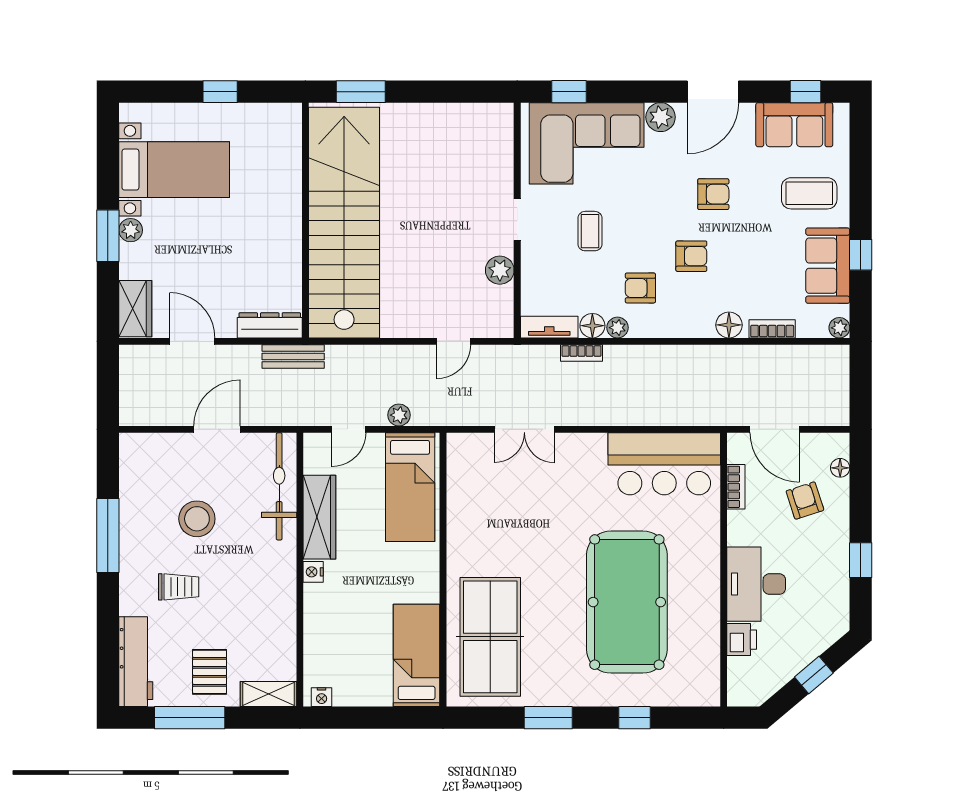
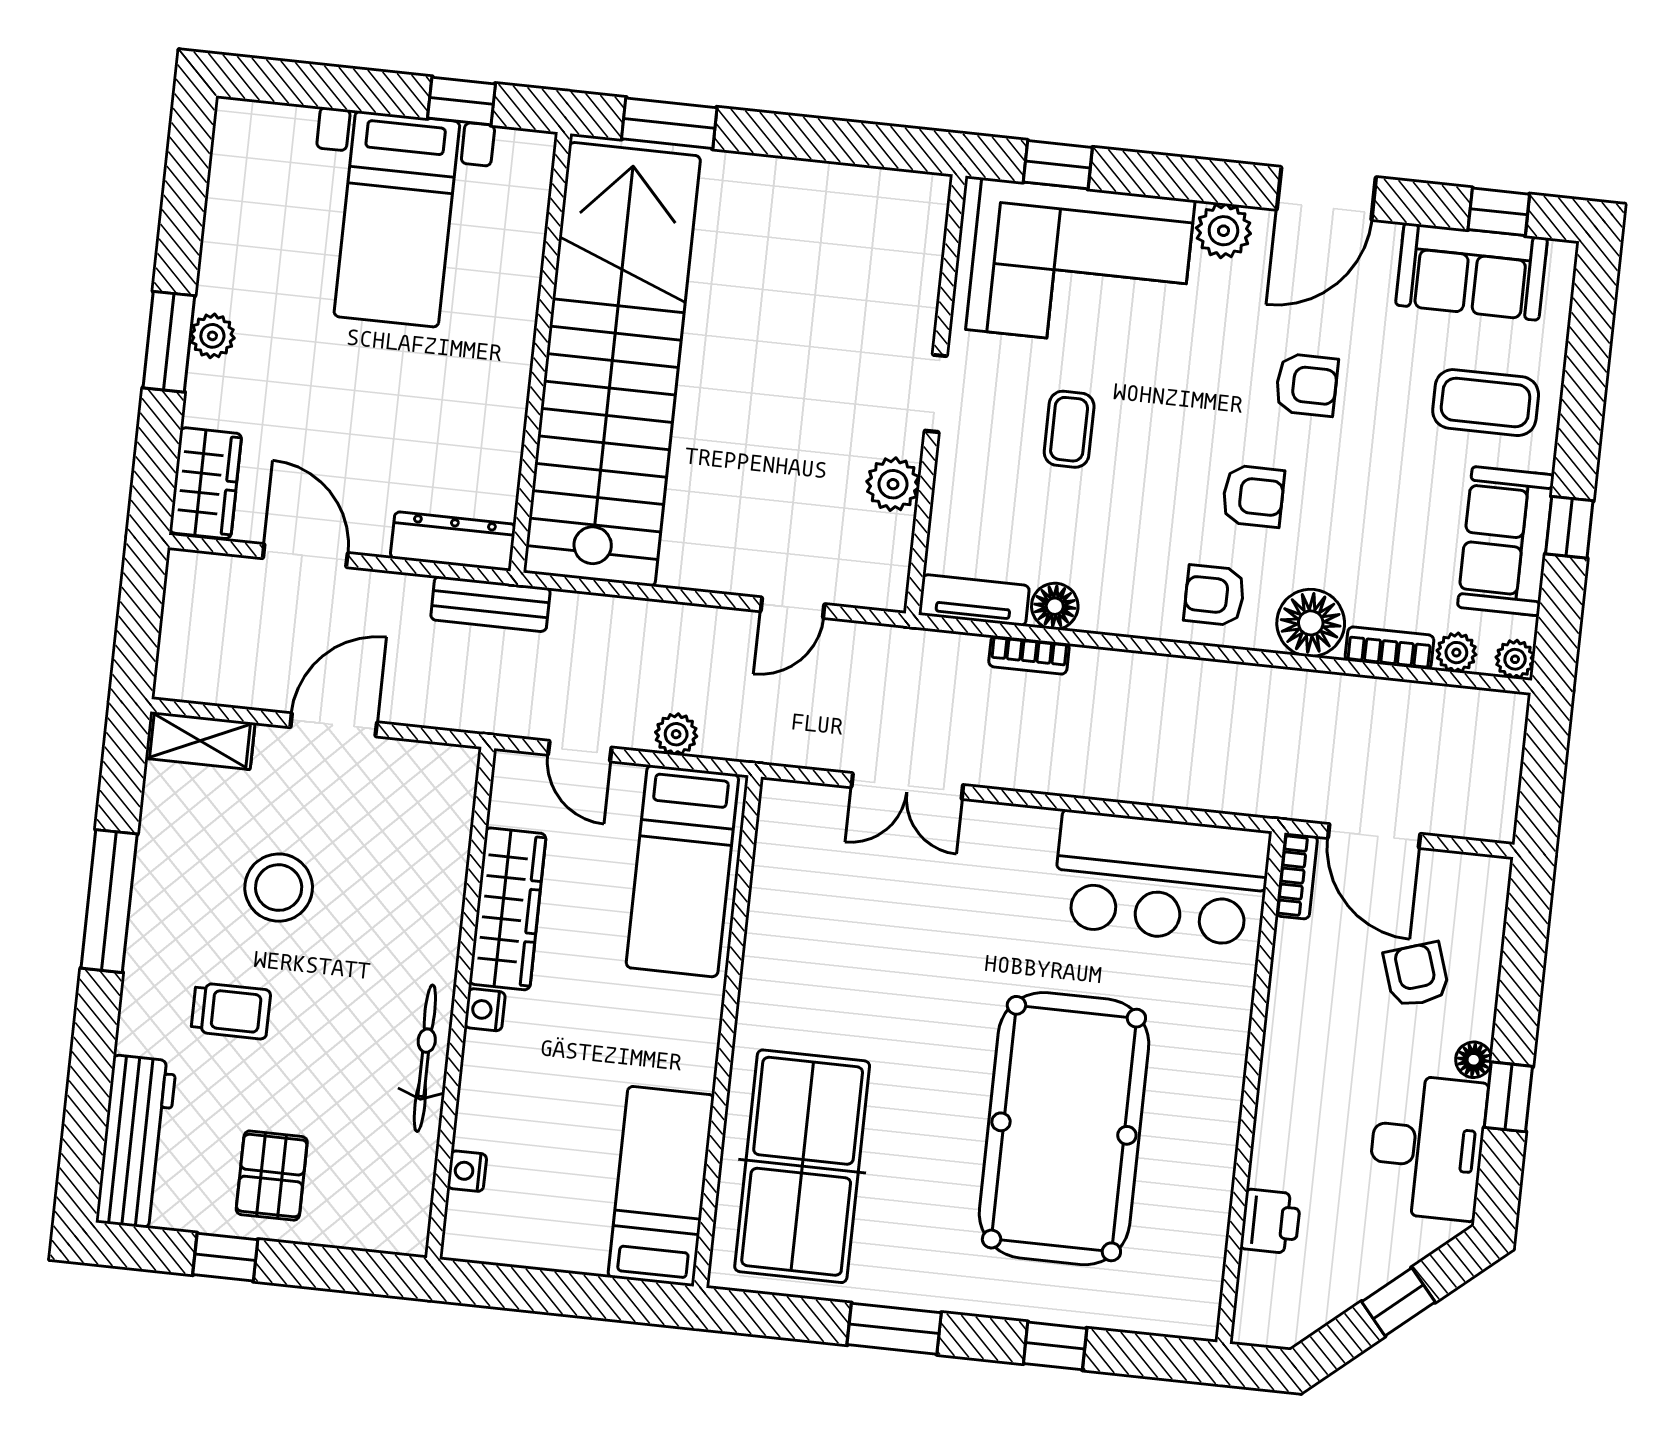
window: (220, 92) -> (462, 101), moved
bed with nightstands: (174, 170) -> (397, 219), moved, turned 90
armchair: (640, 288) -> (1214, 595), moved
floor lamp: (729, 325) -> (1311, 623), width x1.38, depth x1.38
plant: (617, 328) -> (1456, 653), moved
door: (349, 429) -> (580, 751), hinge flipped
floor lamp: (840, 468) -> (1474, 1060), moved
bicycle: (279, 486) -> (425, 1058), moved, width x0.73, depth x0.71
bookcase: (736, 487) -> (1297, 876), moved
desk: (756, 584) -> (1427, 1147), moved, turned 180
shelving: (268, 694) -> (200, 741), moved
nightstand: (322, 697) -> (467, 1171), moved, turned 90
window: (190, 718) -> (225, 1257), width x0.46

